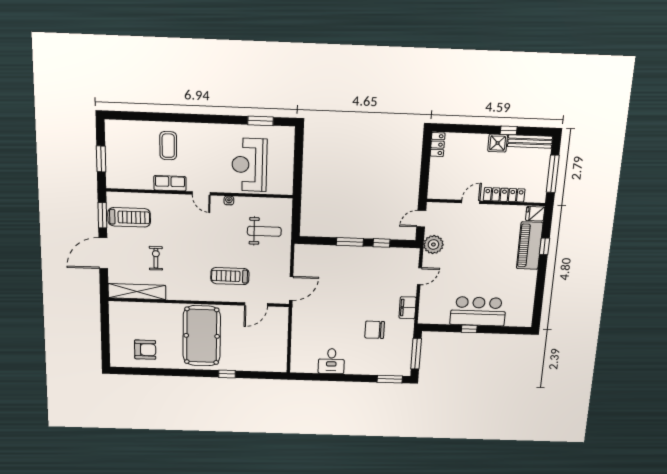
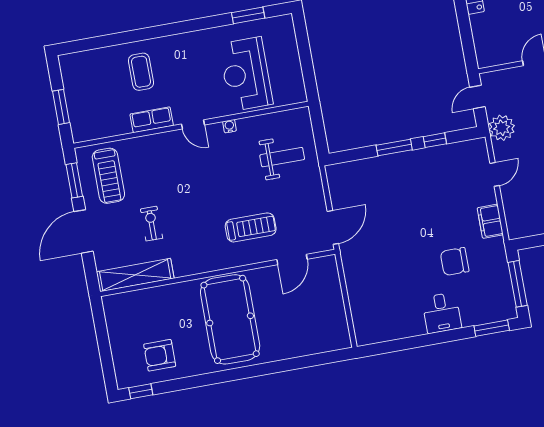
treadmill: (129, 217) -> (108, 176), turned 90
treadmill: (230, 276) -> (251, 227), turned 180
armchair: (145, 350) -> (160, 355), turned 180
desk: (331, 361) -> (442, 313), moved
window: (227, 374) -> (141, 391), moved

